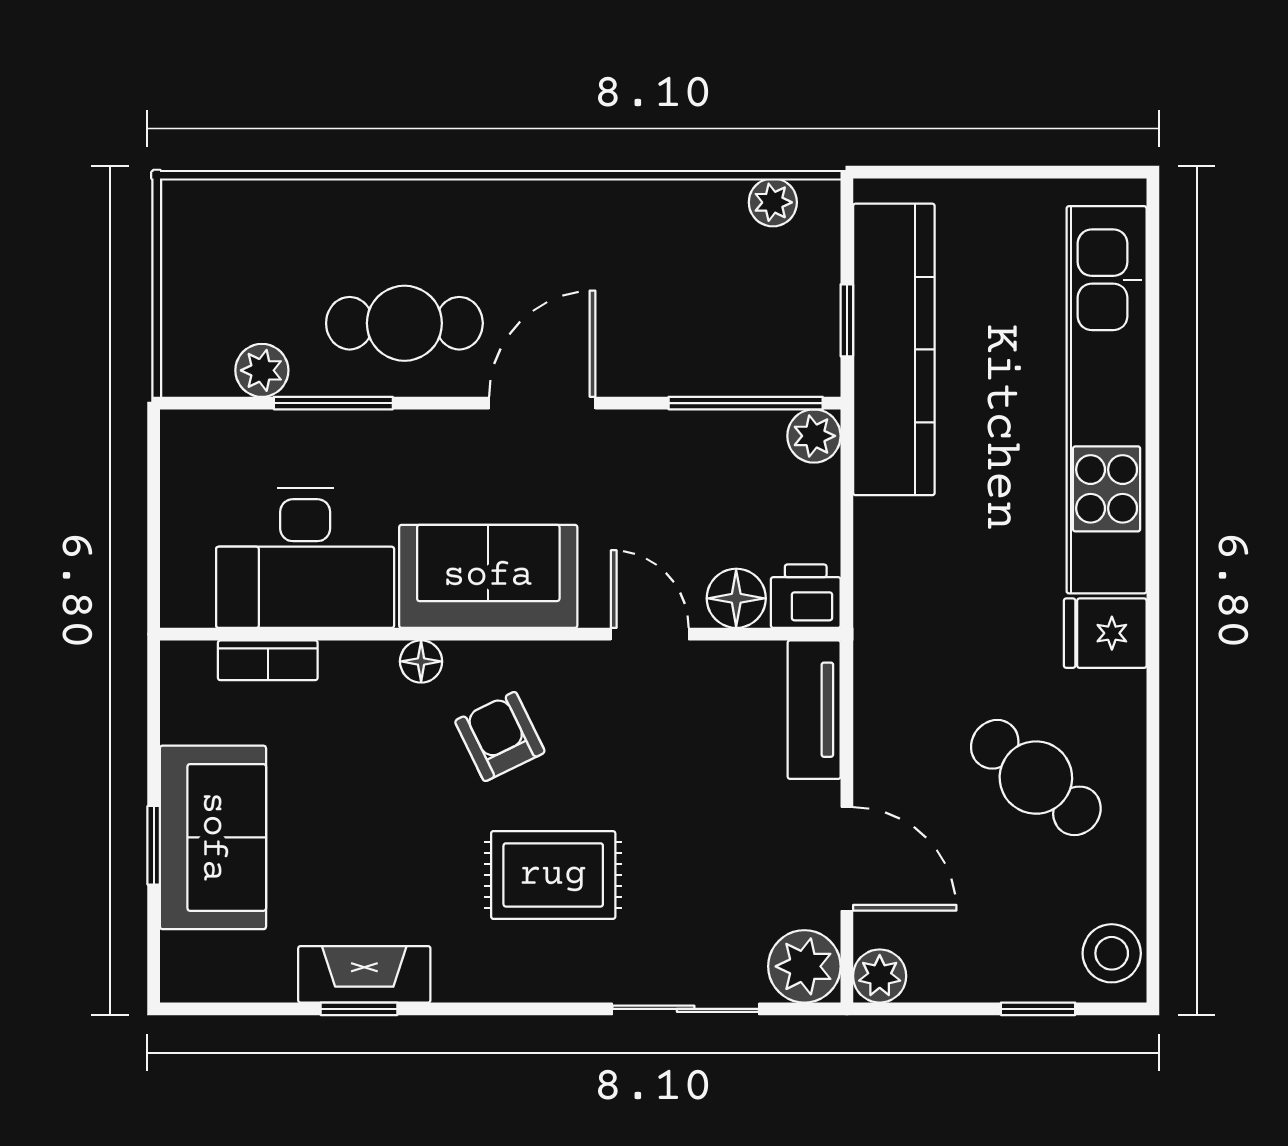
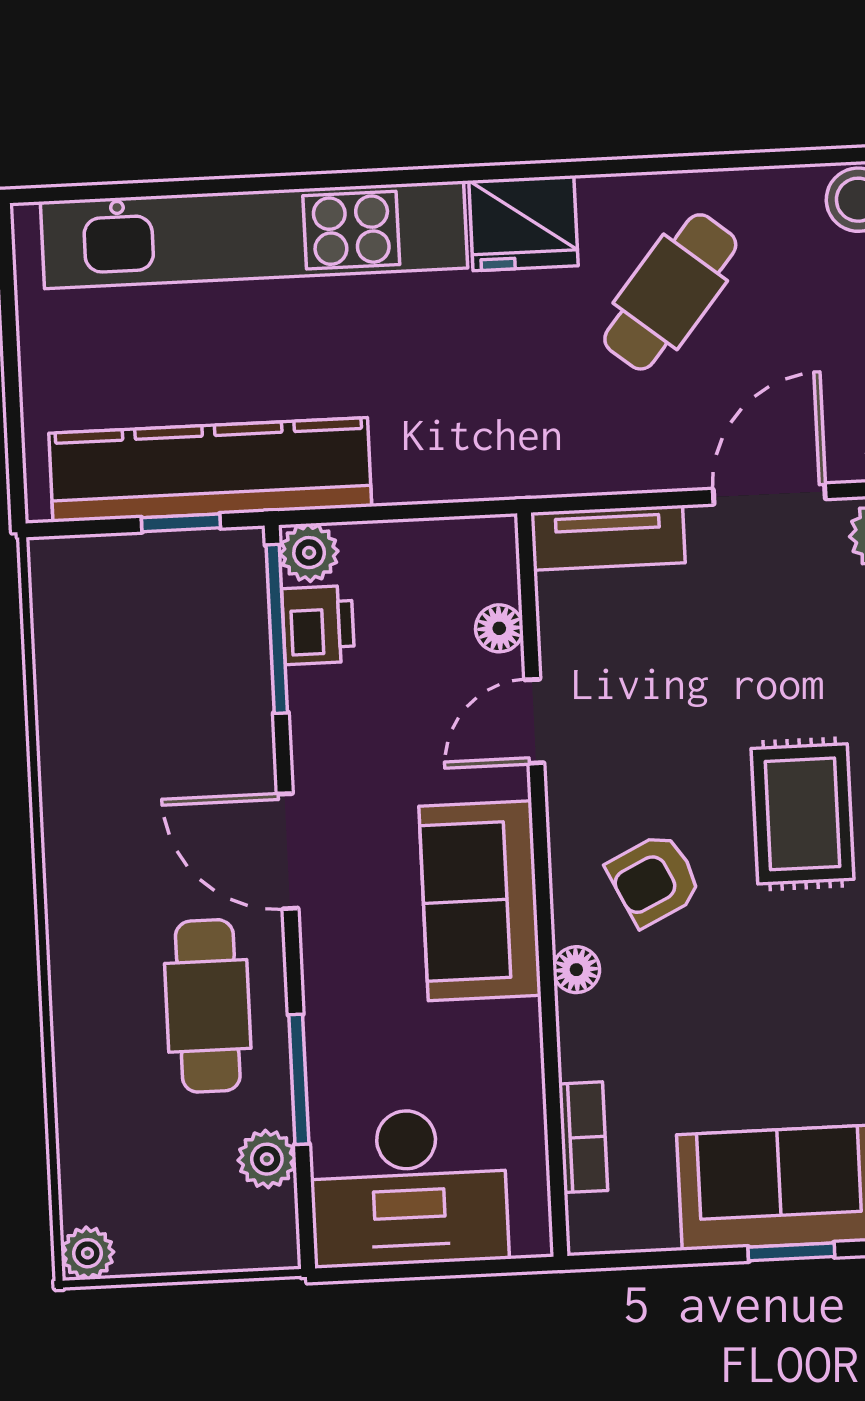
plant: (773, 202) -> (87, 1253), moved
desk: (305, 558) -> (408, 1187), moved, turned 90
printer: (806, 596) -> (318, 625), moved, turned 180
floor lamp: (736, 598) -> (499, 628), width x0.73, depth x0.73
fridge: (1105, 633) -> (523, 223), width x1.38

